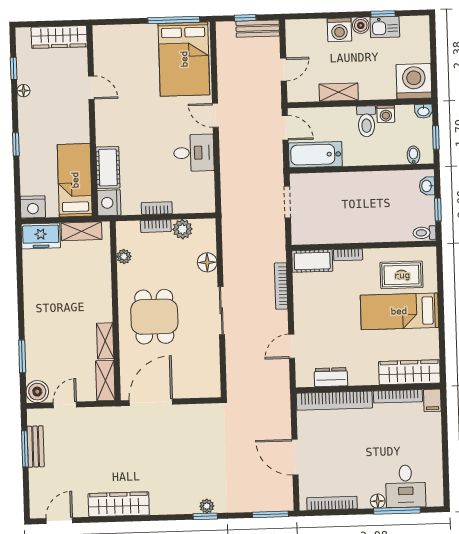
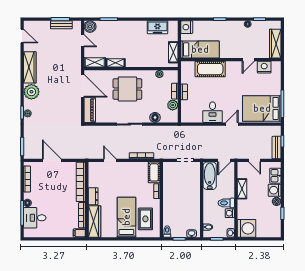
kitchen sink: (385, 27) -> (275, 176), moved
cot: (108, 168) -> (210, 69), width x1.37, depth x1.34
nightstand: (109, 203) -> (264, 67), moved
freezer: (41, 236) -> (158, 27), moved, turned -90
dresser: (331, 377) -> (93, 196), moved
piano: (197, 387) -> (90, 110), added
door: (295, 457) -> (52, 160), hinge flipped
plant: (165, 500) -> (31, 92), added

